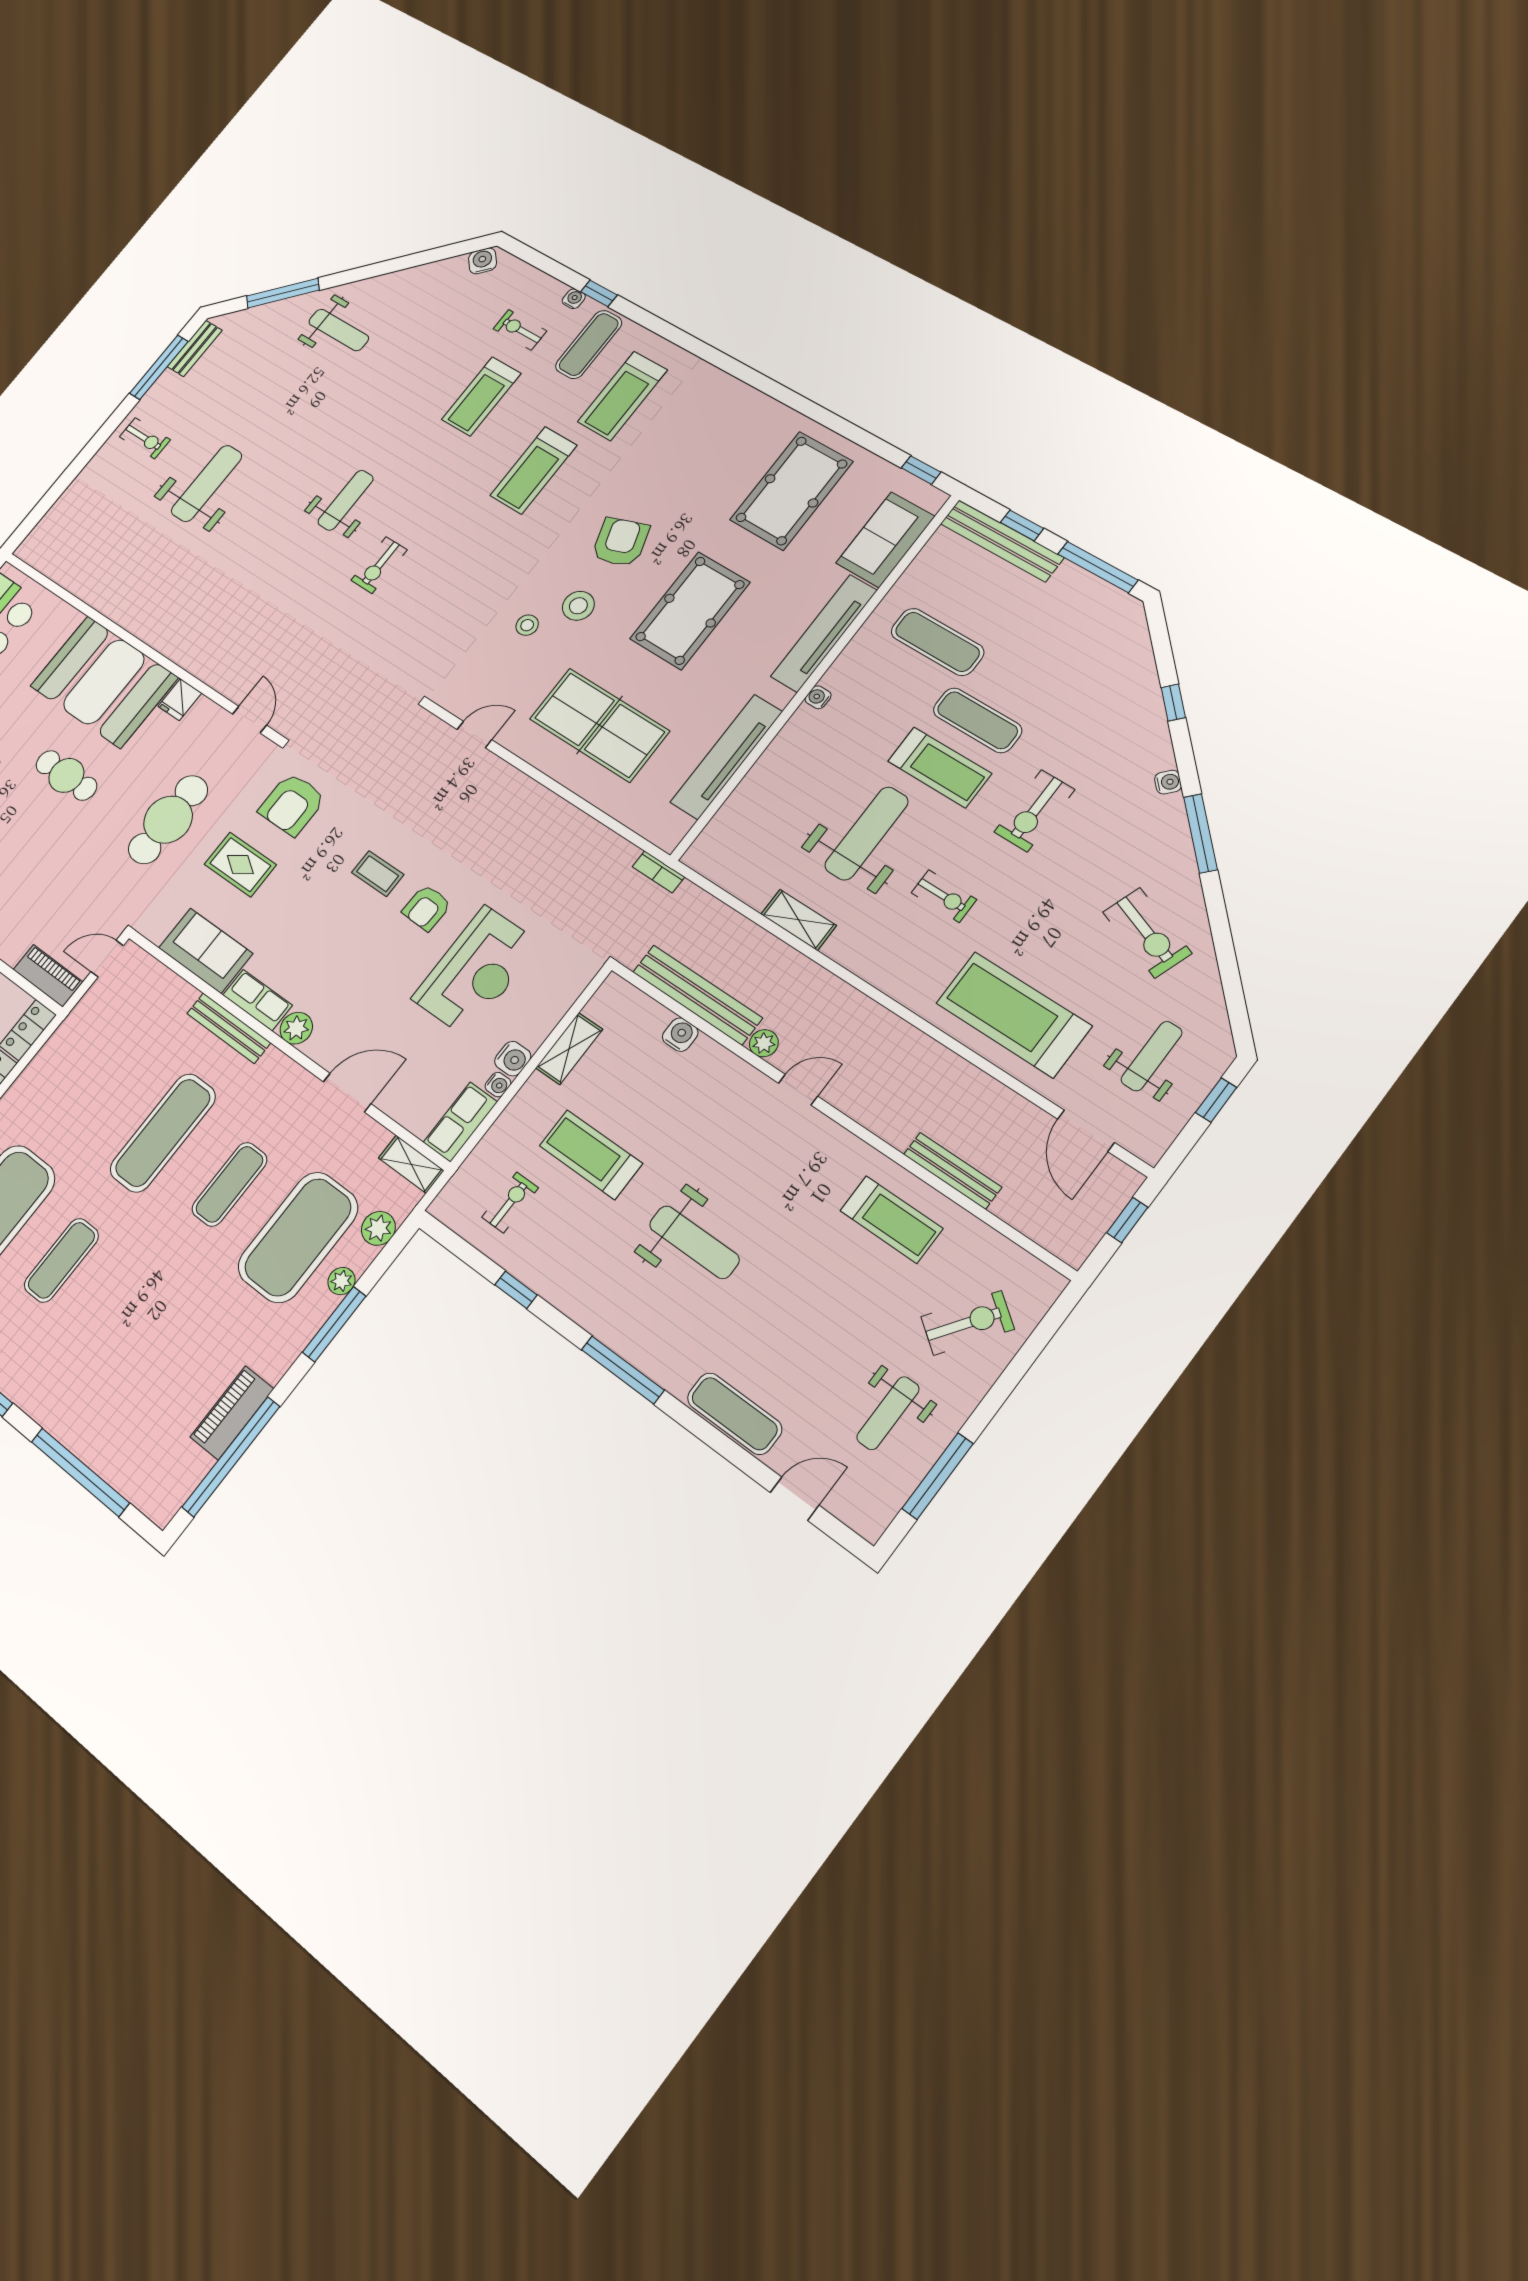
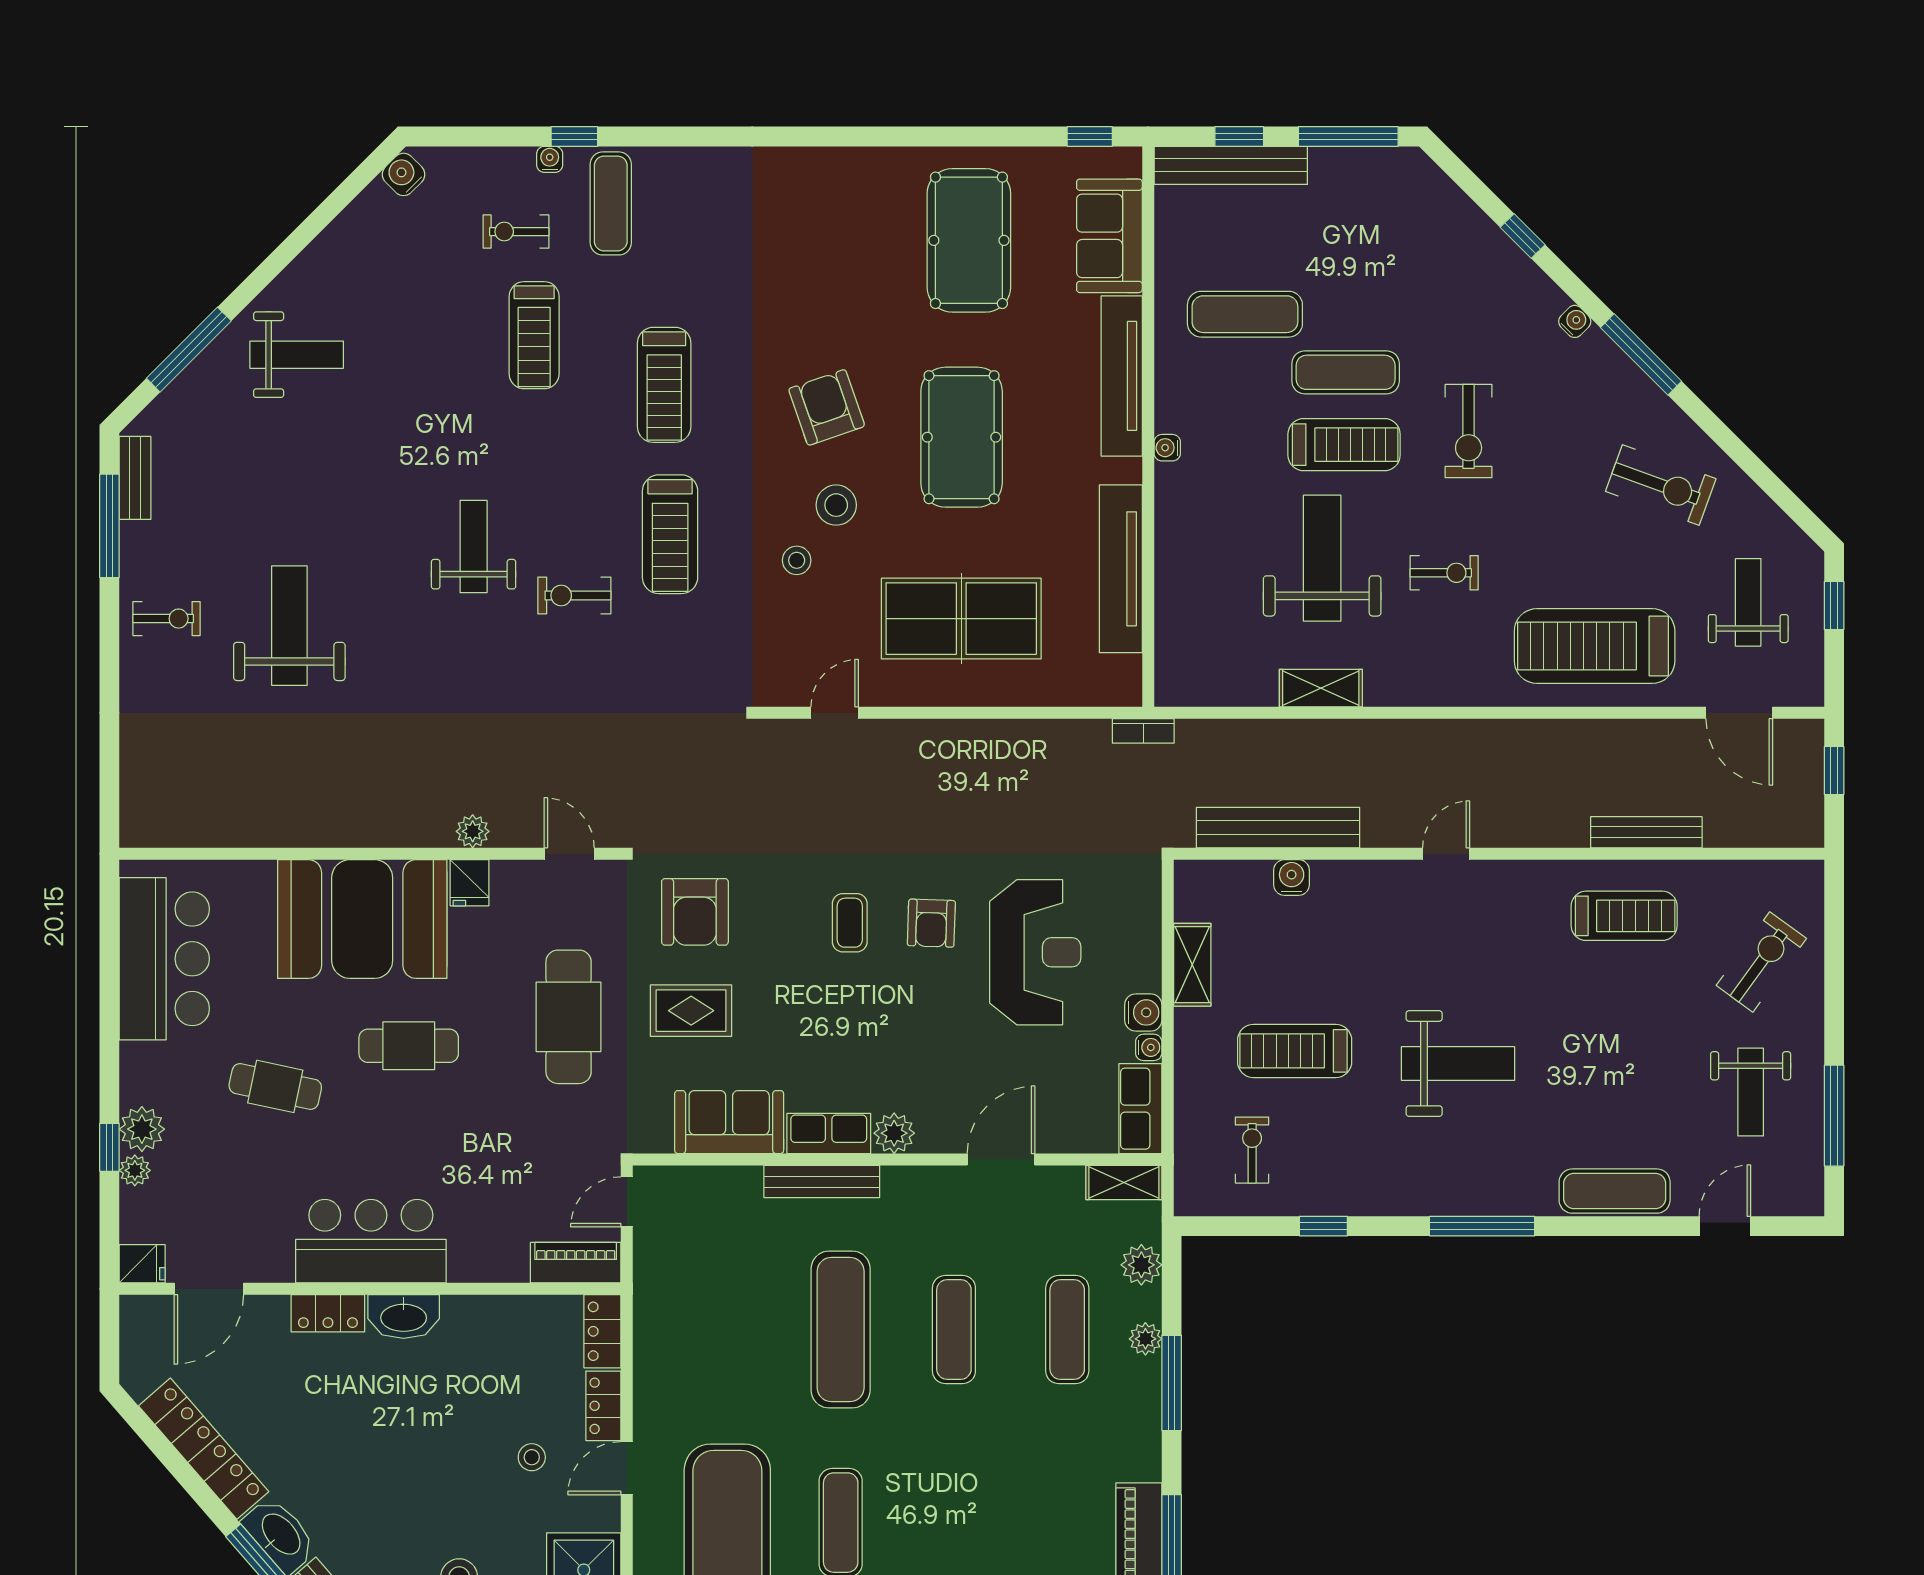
treadmill: (622, 396) -> (670, 534), moved
exercise bike: (379, 565) -> (574, 596), turned 90
coffee table: (378, 874) -> (850, 923), turned 90
plant: (764, 1043) -> (473, 831), moved
exercise mat: (298, 1237) -> (1067, 1329), width x0.50, depth x0.69

